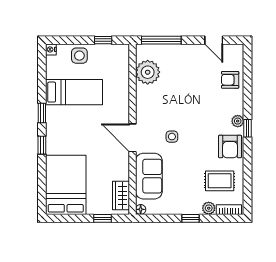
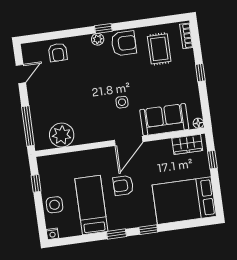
armchair: (89, 126) -> (123, 185), added
plant: (209, 208) -> (188, 56), removed

